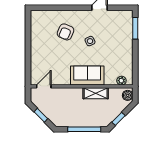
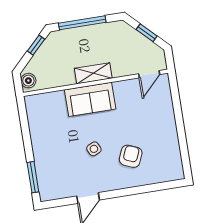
plant: (121, 81) -> (40, 100), removed
shelving: (96, 93) -> (93, 73), moved

